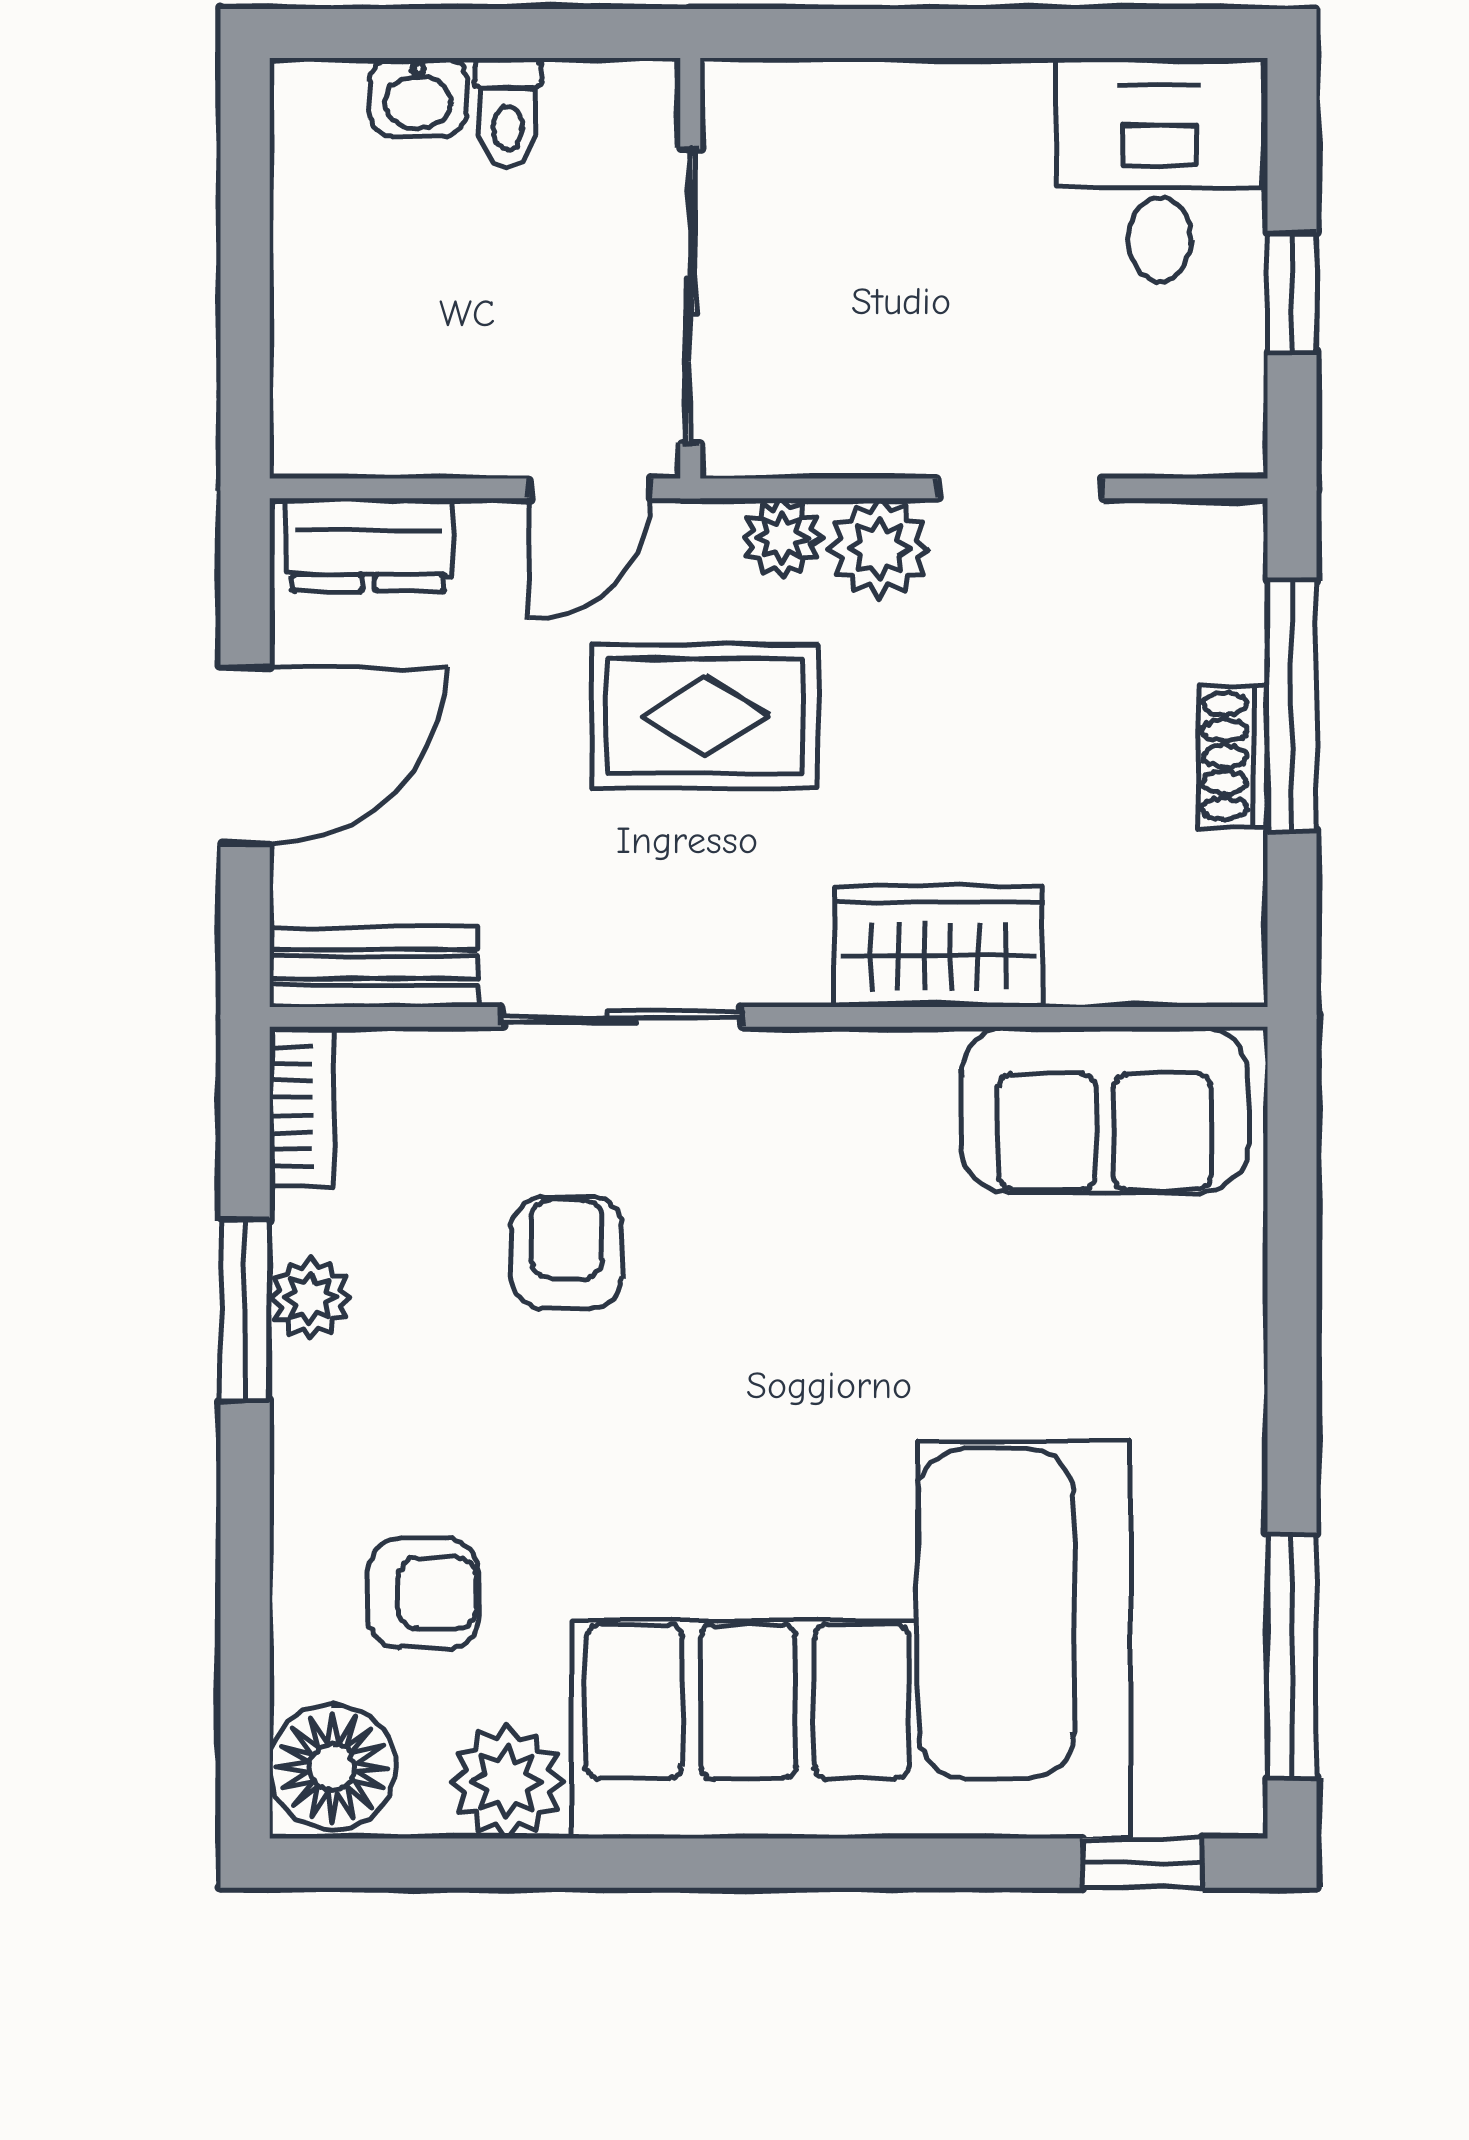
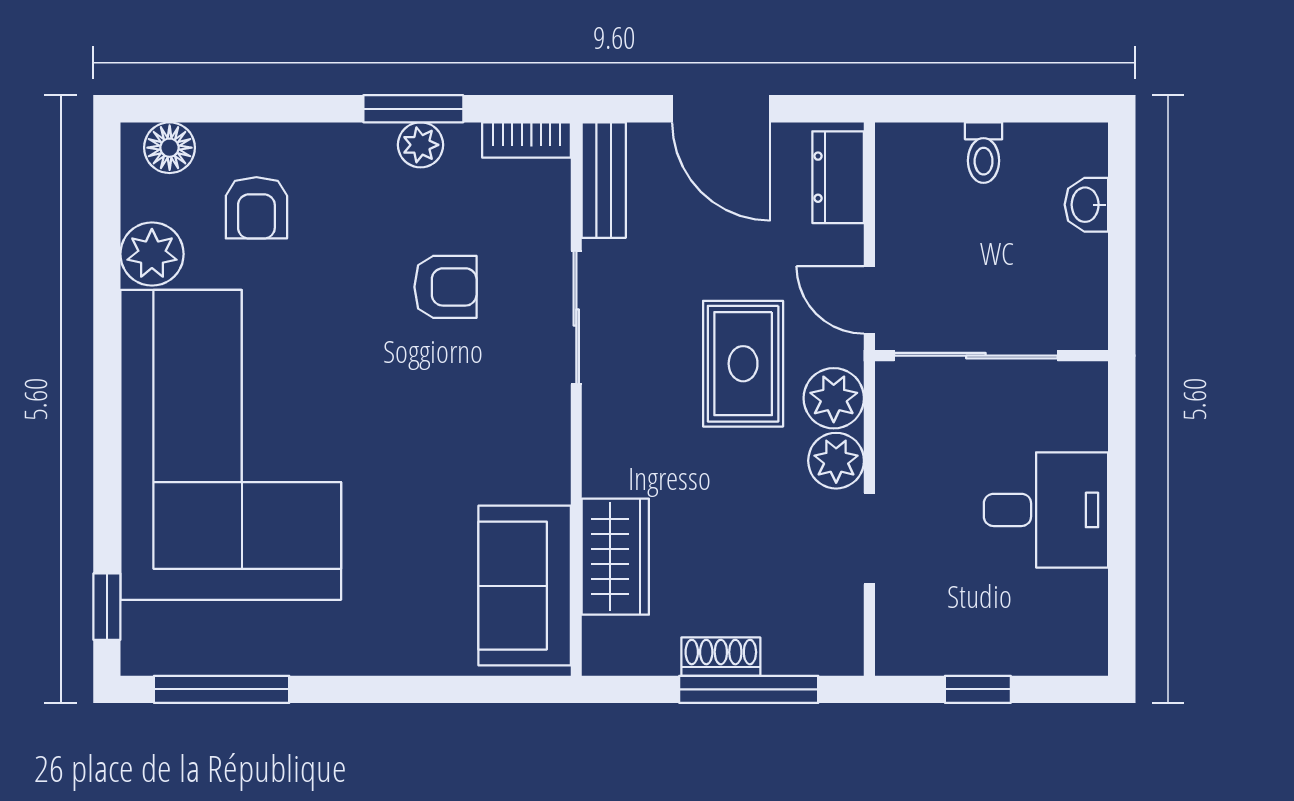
toilet: (508, 113) -> (984, 153), moved, turned -90
desk: (1160, 170) -> (1046, 510), moved
plant: (782, 538) -> (834, 398), width x1.38, depth x1.38
wardrobe: (938, 946) -> (615, 557), moved
floor lamp: (332, 1767) -> (170, 148), width x0.73, depth x0.73

